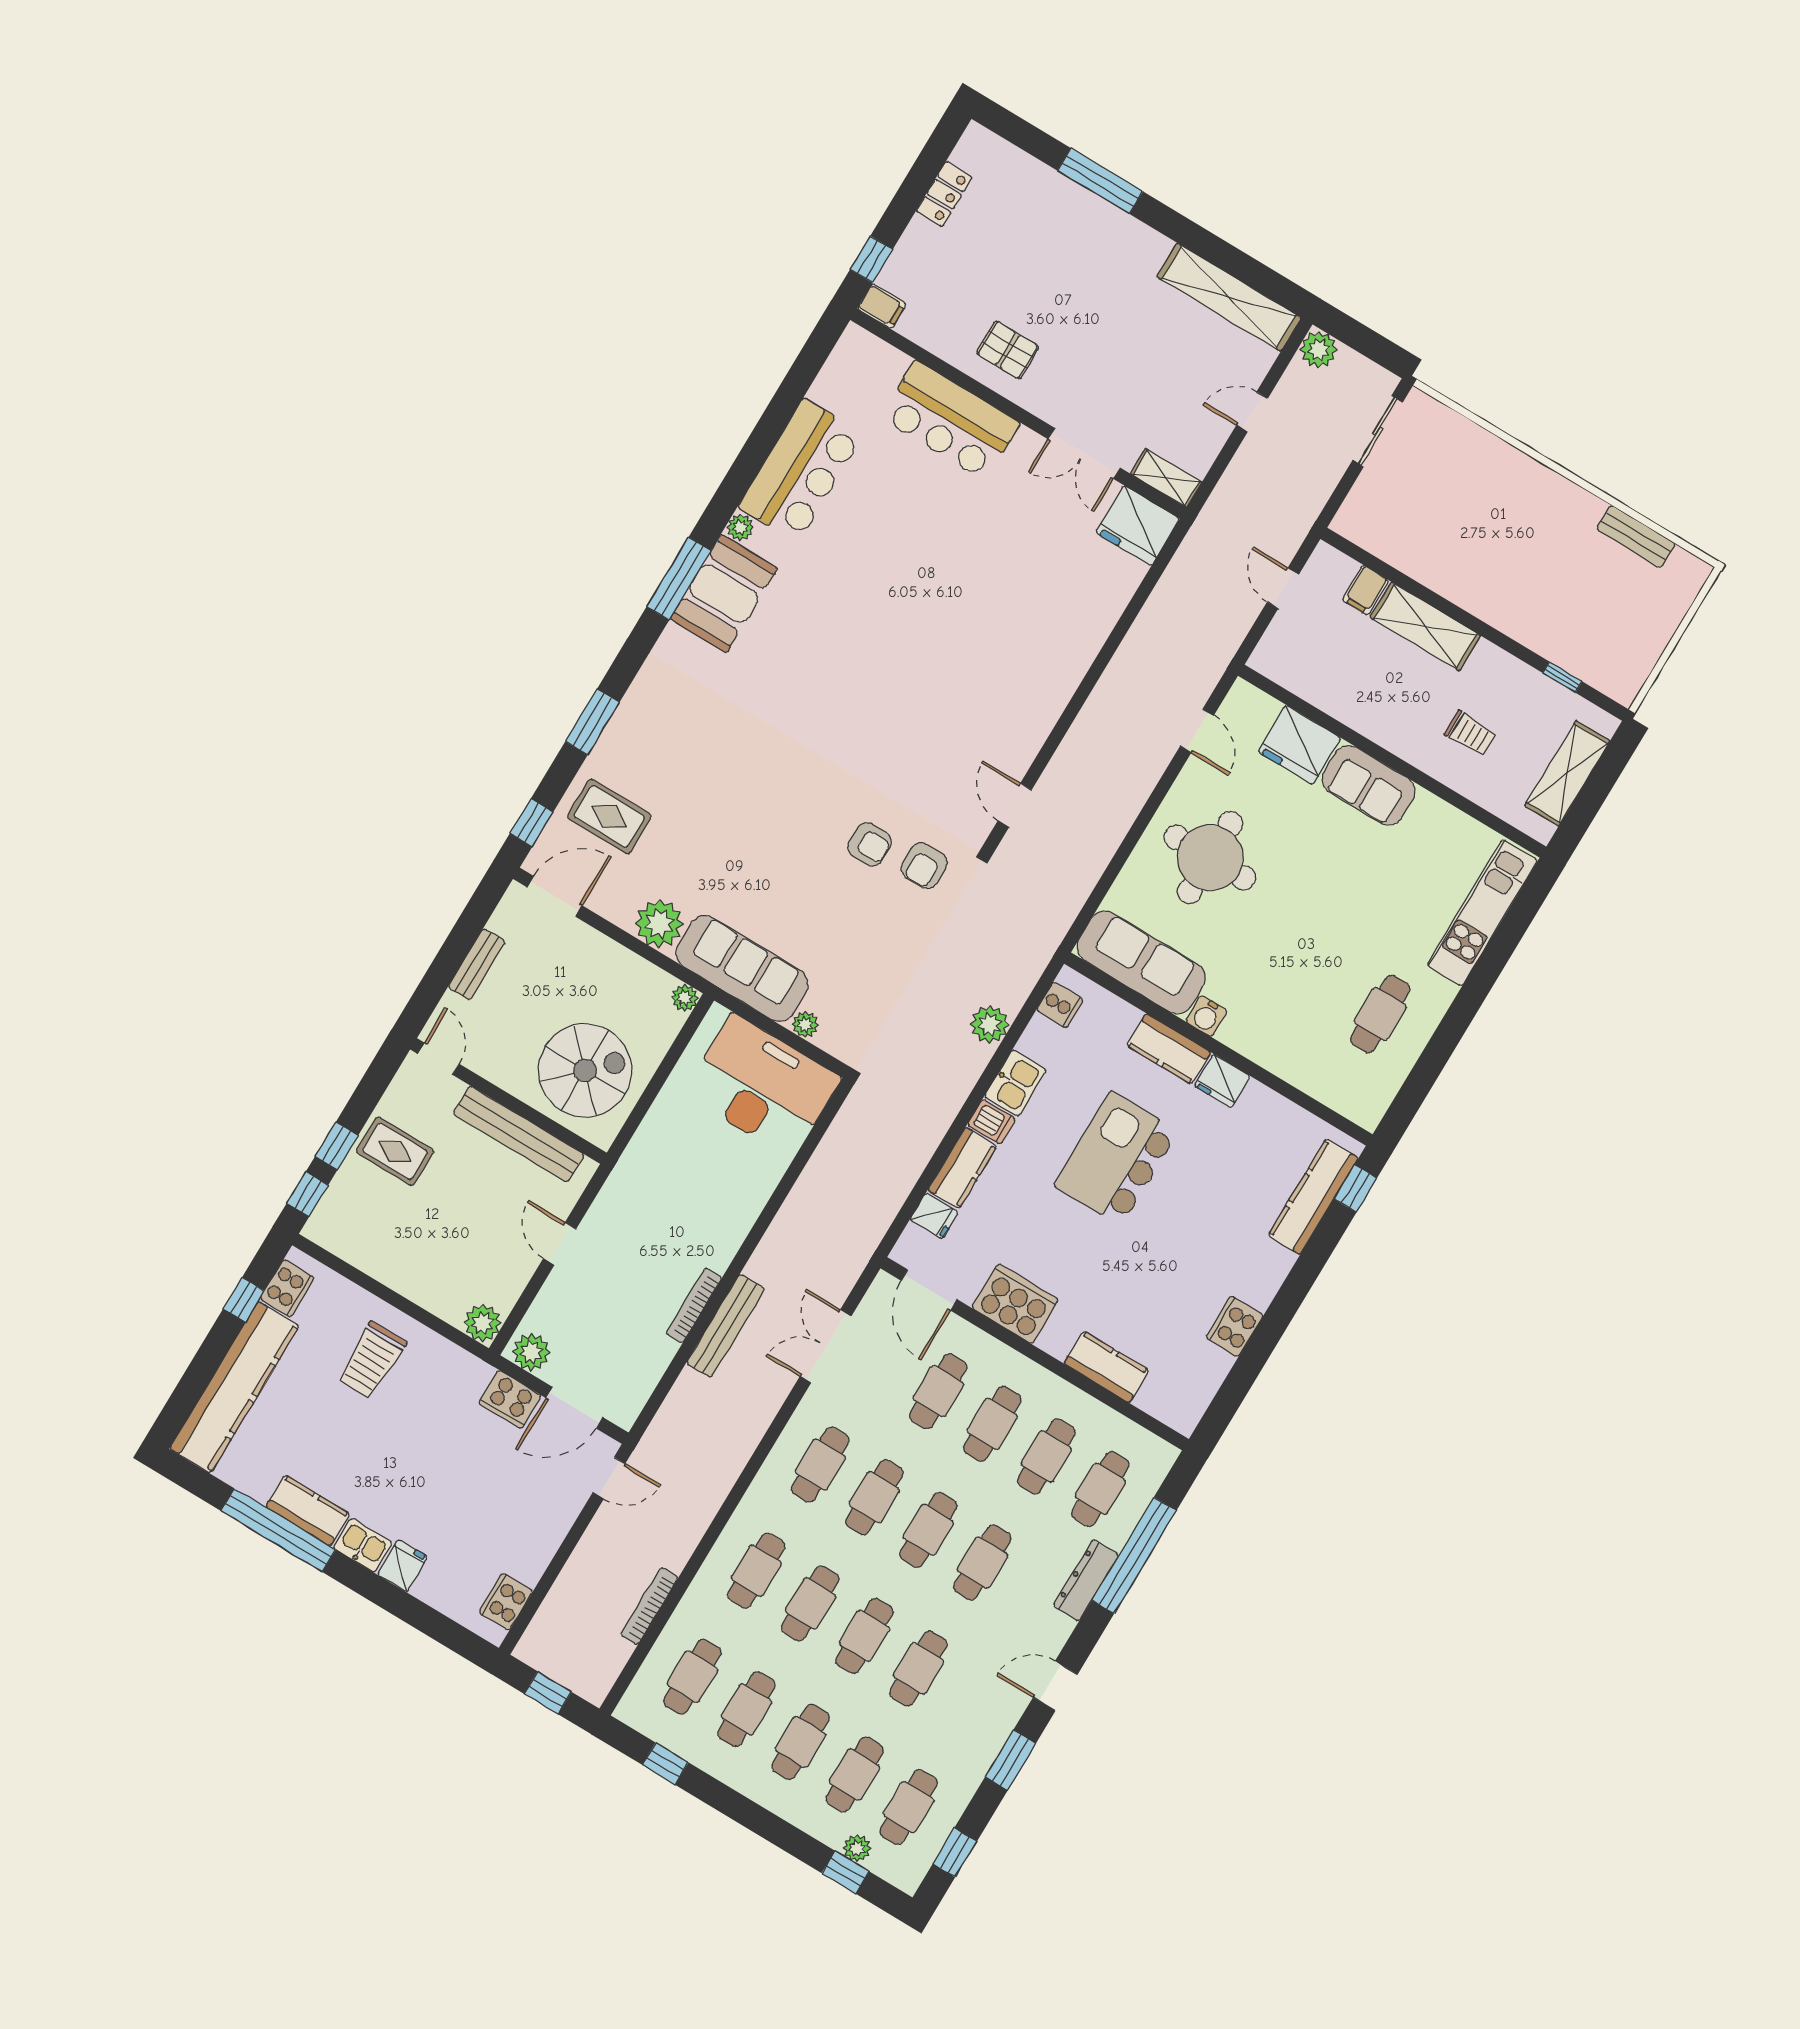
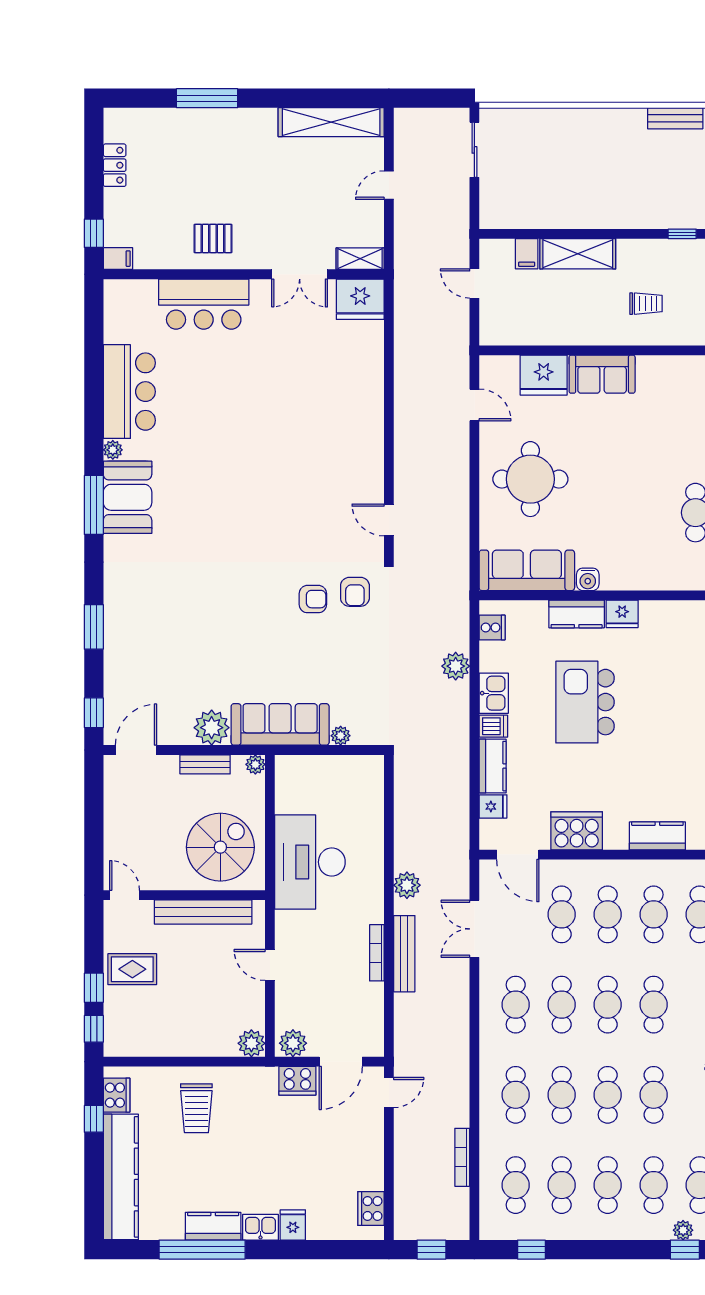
plant: (1319, 350) -> (407, 885), moved
rug: (609, 816) -> (140, 680), removed
bench: (477, 964) -> (205, 764), moved, turned 90
desk: (762, 1086) -> (310, 862), moved, turned -90

